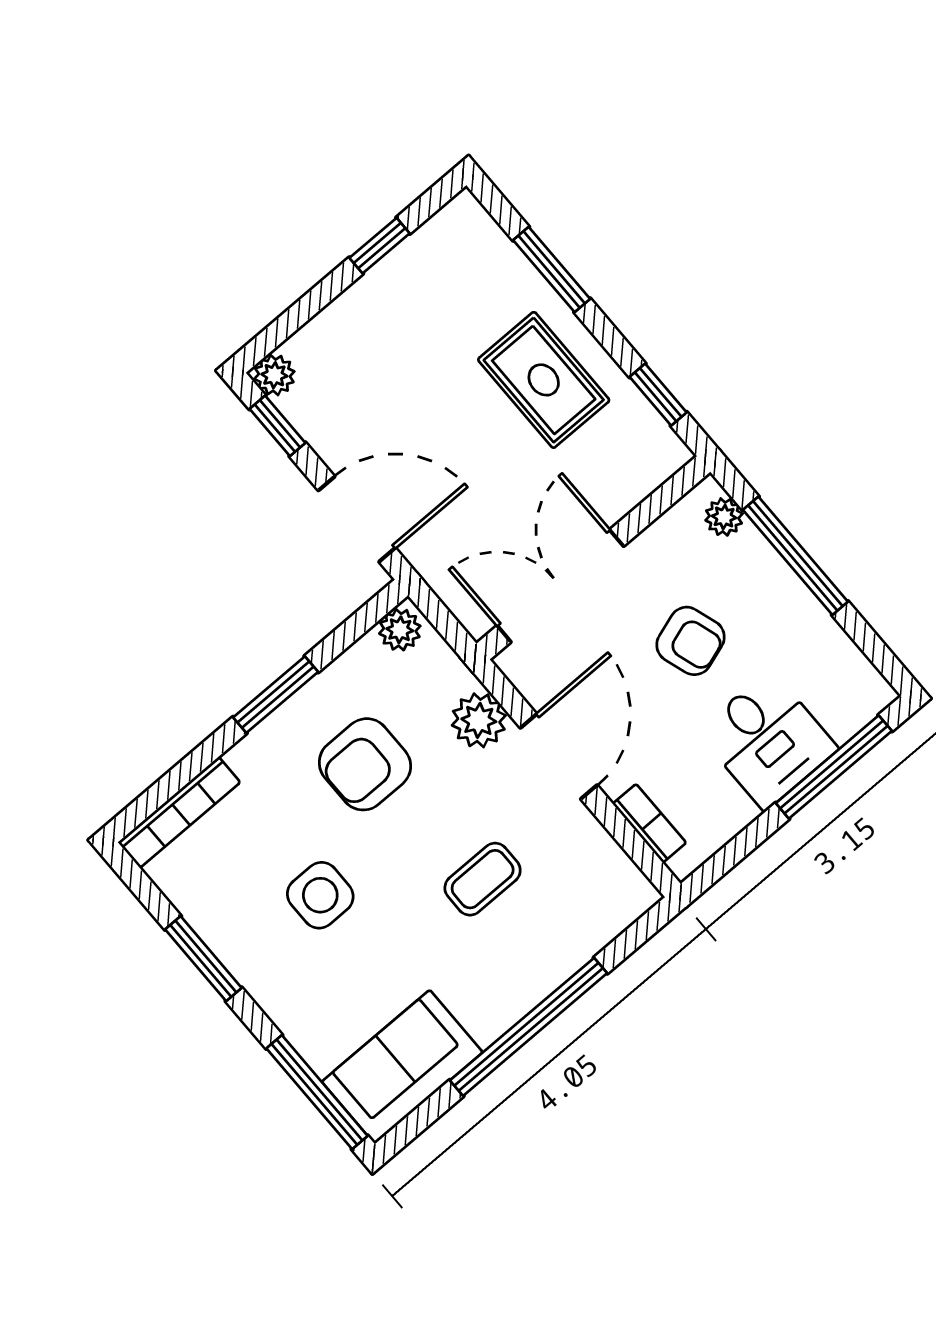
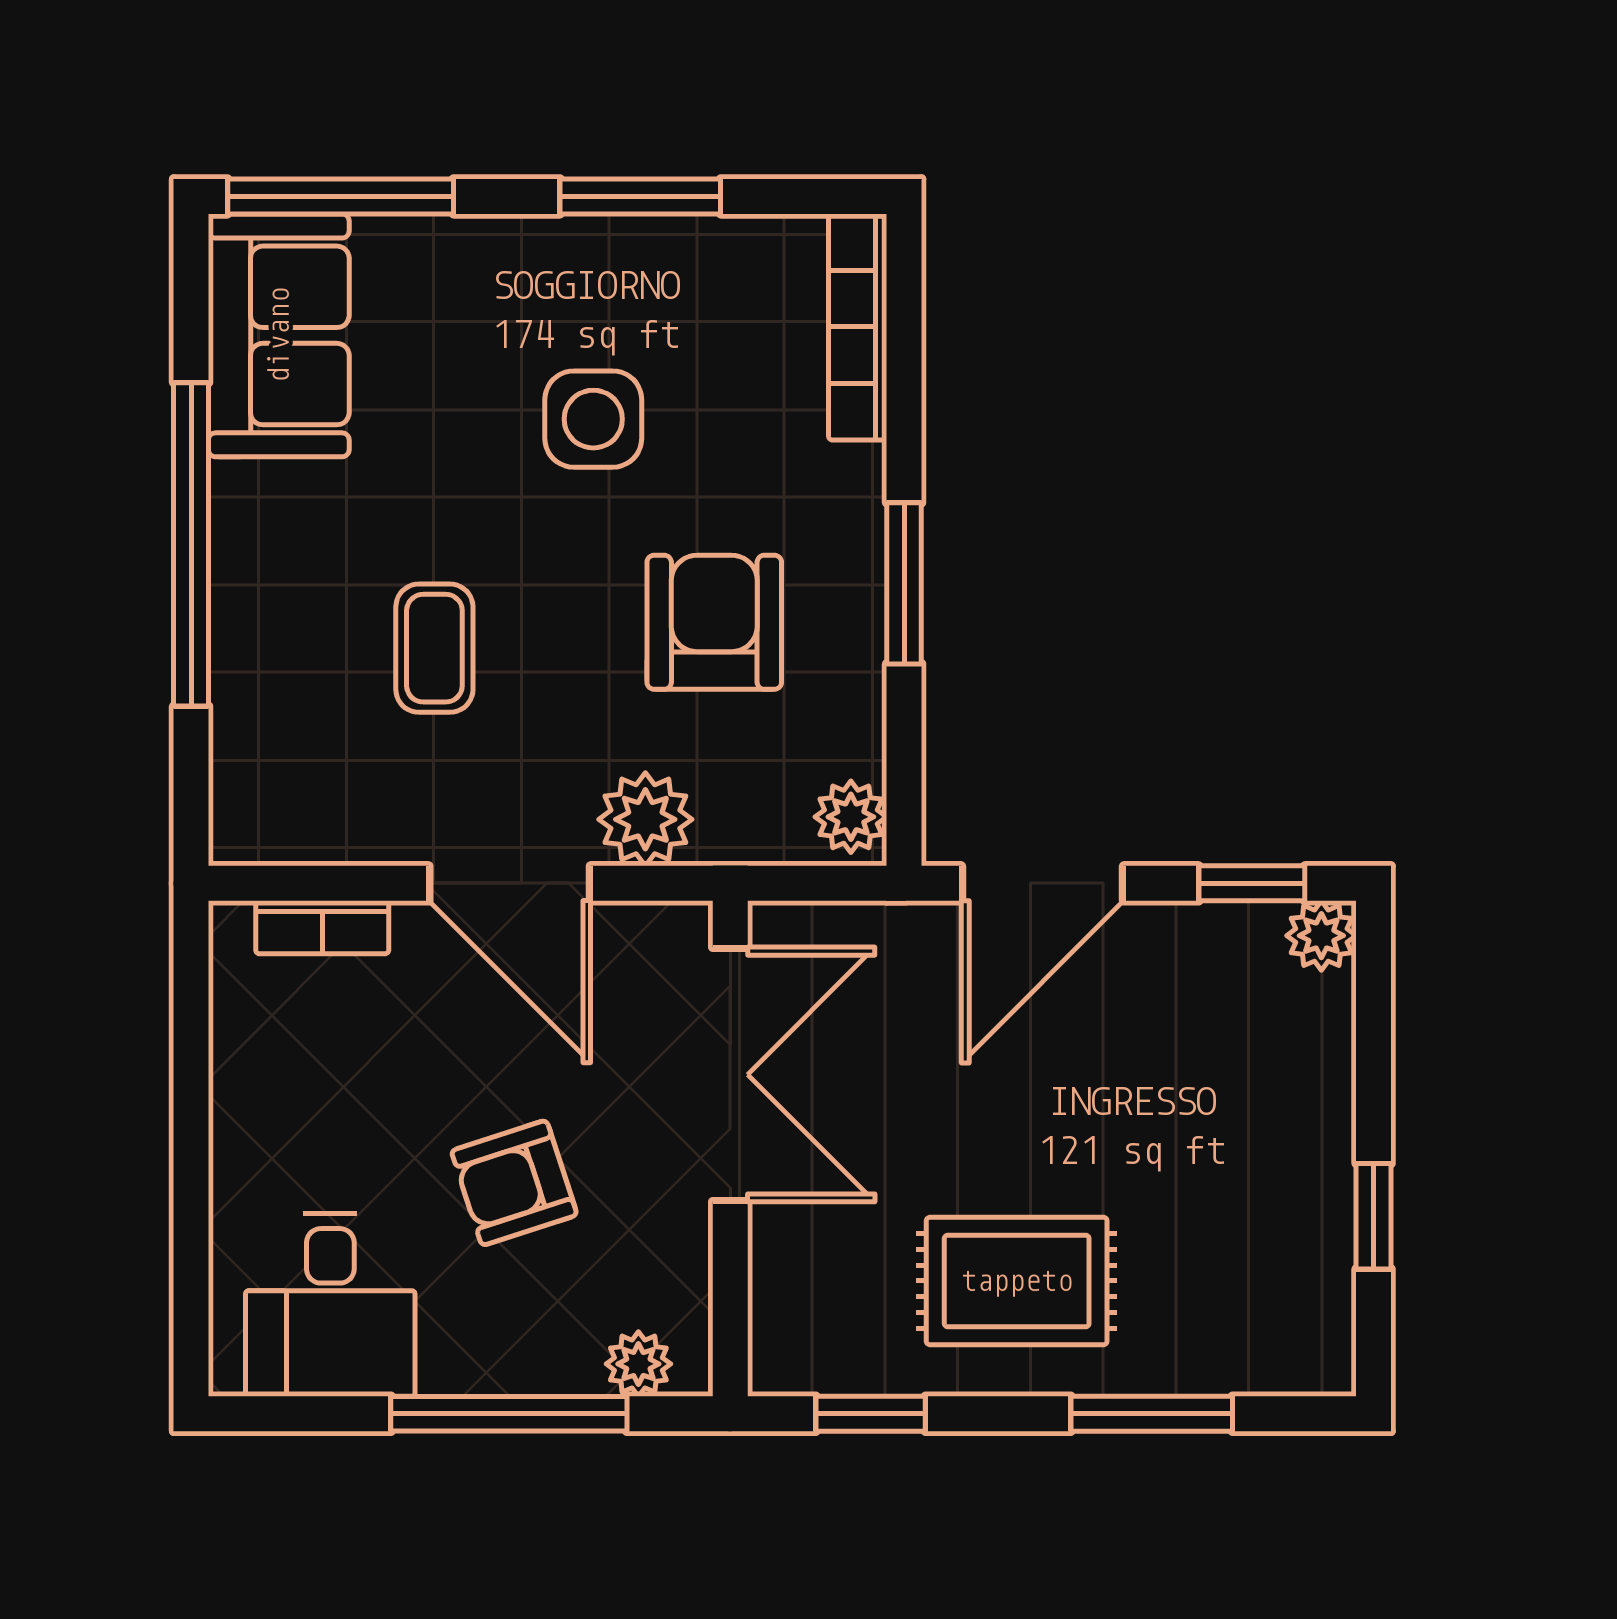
desk: (767, 740) -> (330, 1305), moved, turned -90
window: (834, 767) -> (191, 1230), removed

